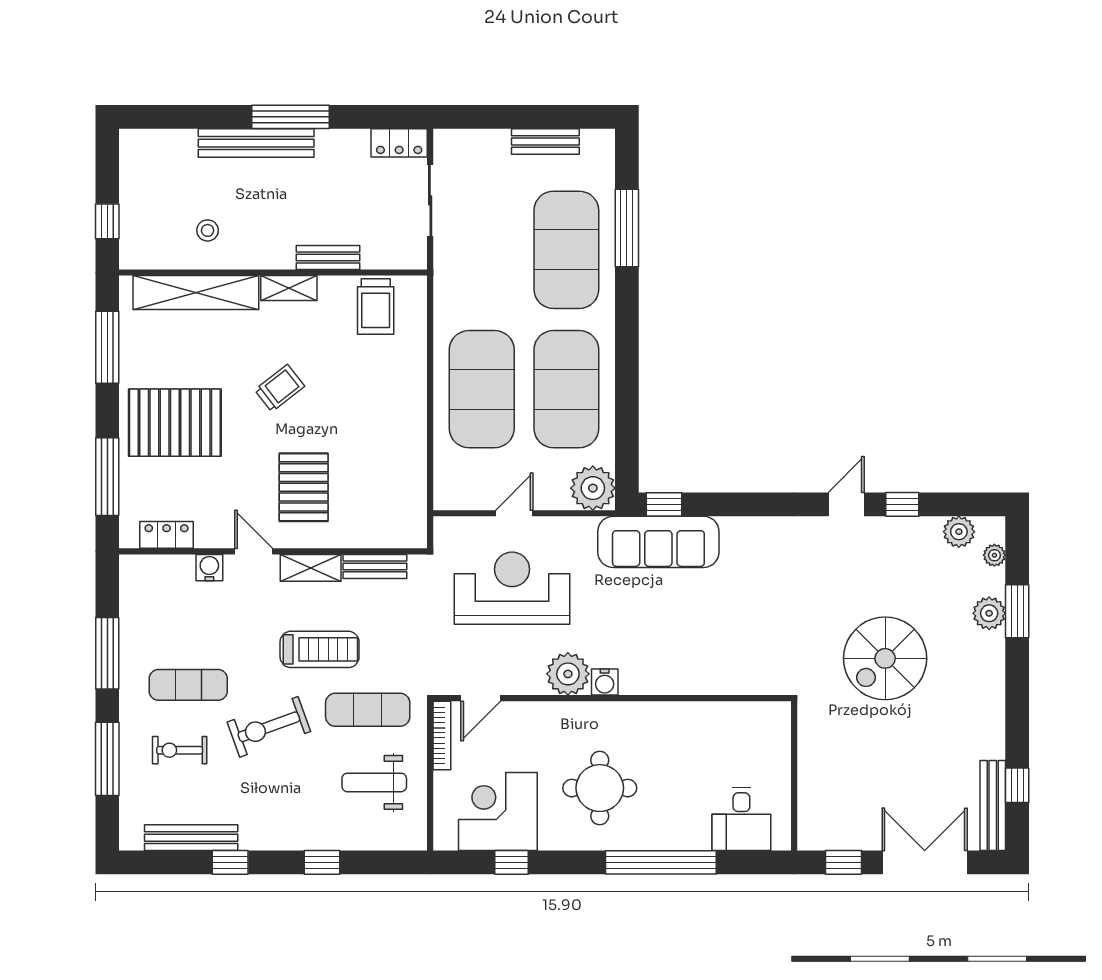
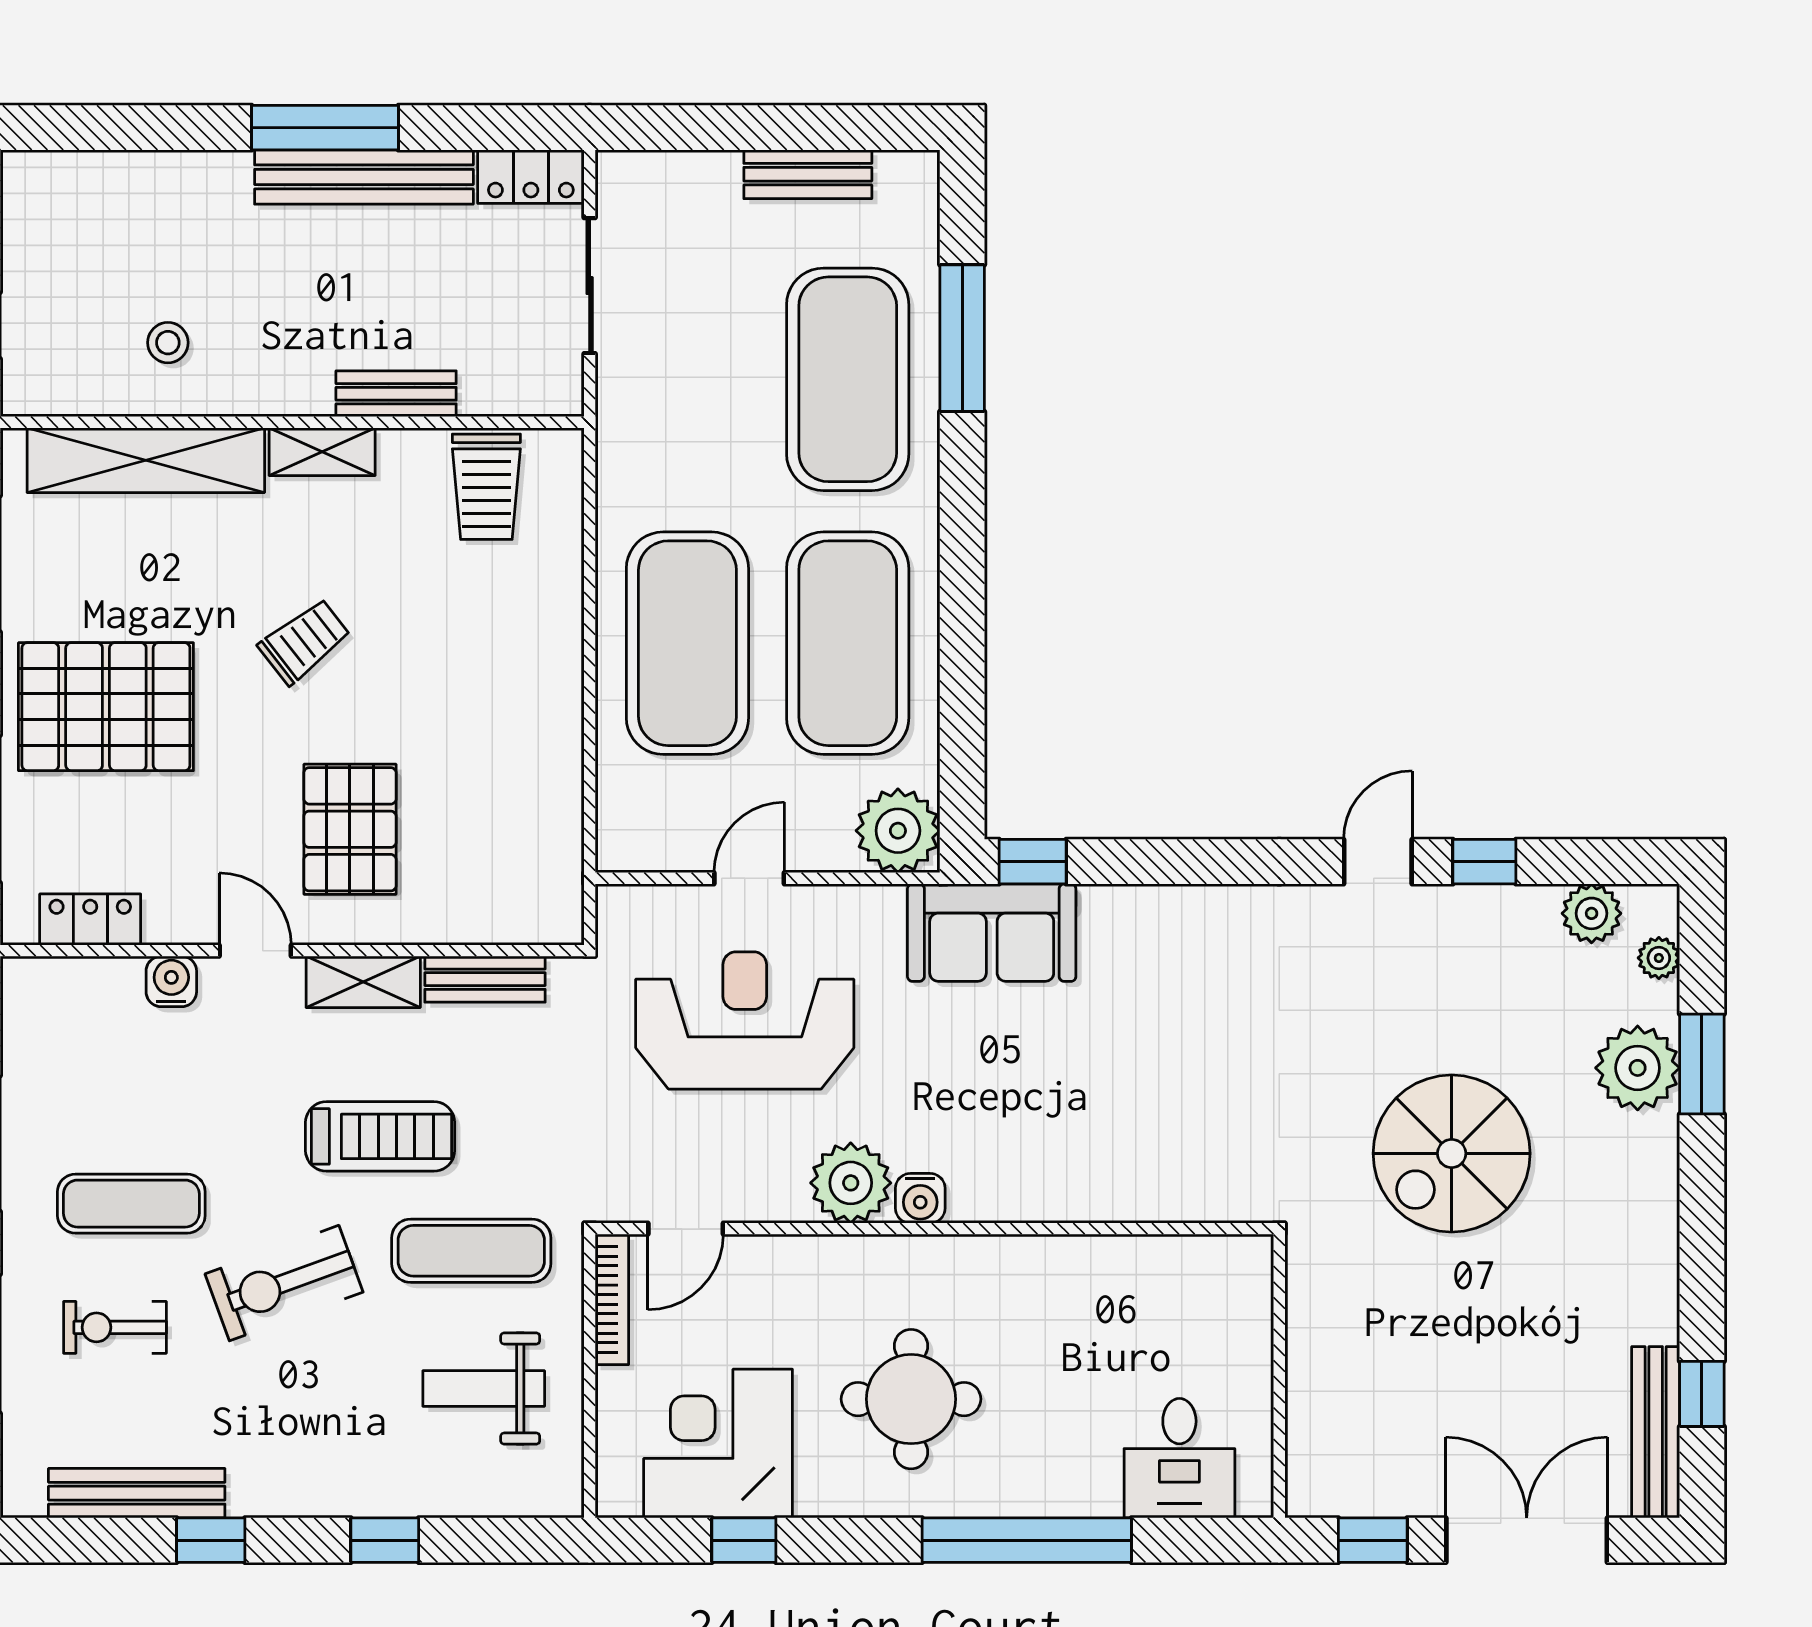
bench: (256, 143) -> (364, 177), moved
sofa: (658, 542) -> (992, 933), width x0.73
plant: (989, 613) -> (1638, 1068), width x1.36, depth x1.36

